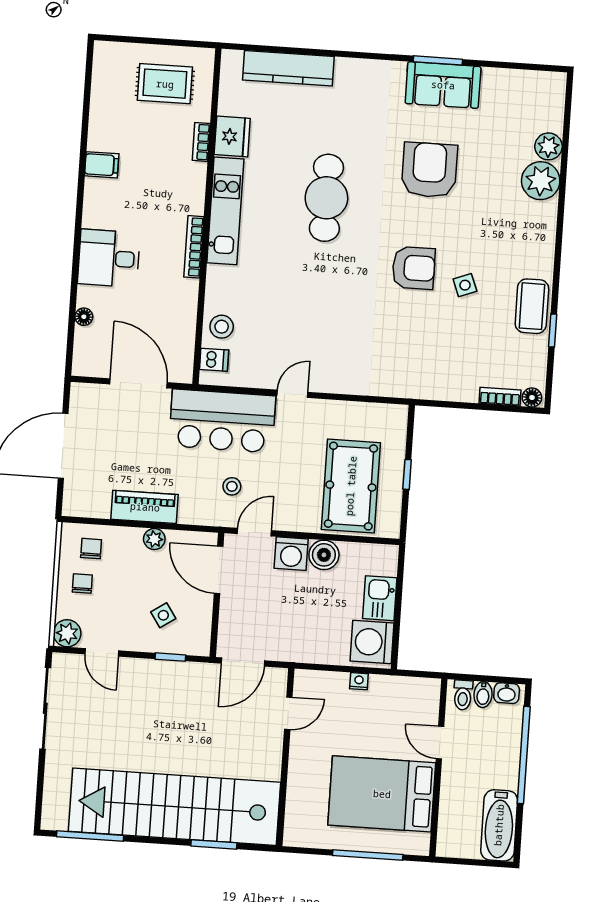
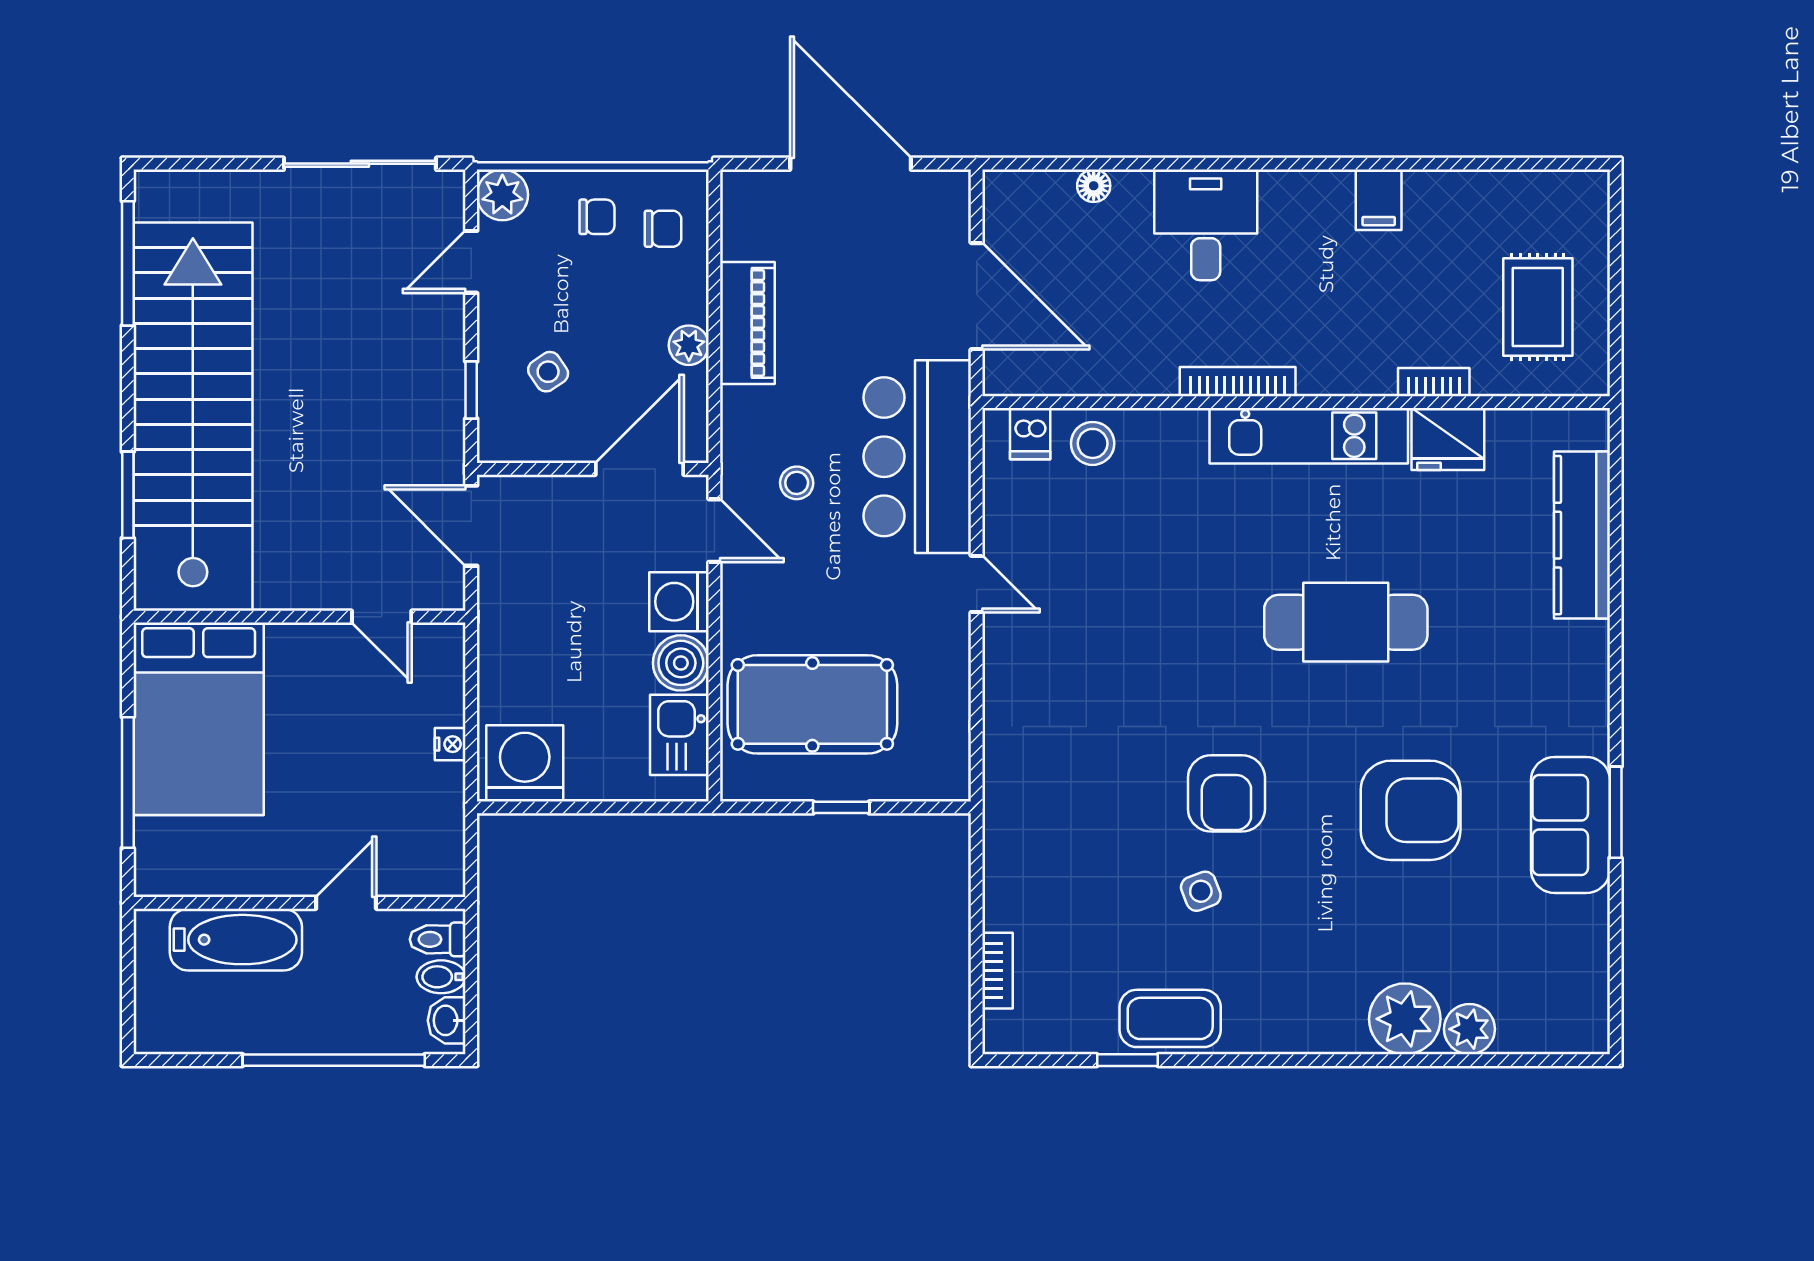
door: (139, 383) -> (977, 296), hinge flipped
floor lamp: (532, 398) -> (1000, 1030), removed
kitchen sink: (380, 598) -> (679, 735), moved, turned -90
bed: (382, 794) -> (199, 719), moved, turned 180
bathtub: (499, 825) -> (236, 940), moved, turned 180

